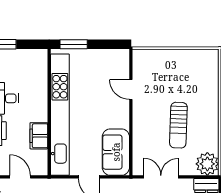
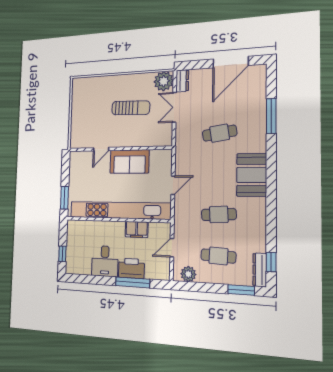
sofa: (116, 152) -> (129, 162), moved
double door: (161, 177) -> (174, 107), moved

